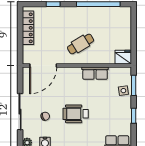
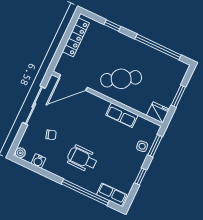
window: (134, 36) -> (178, 96), added
cafe table: (81, 44) -> (121, 79), width x1.37, depth x1.35
sliding door: (20, 112) -> (34, 105), moved
wheelchair: (76, 114) -> (82, 159), moved

